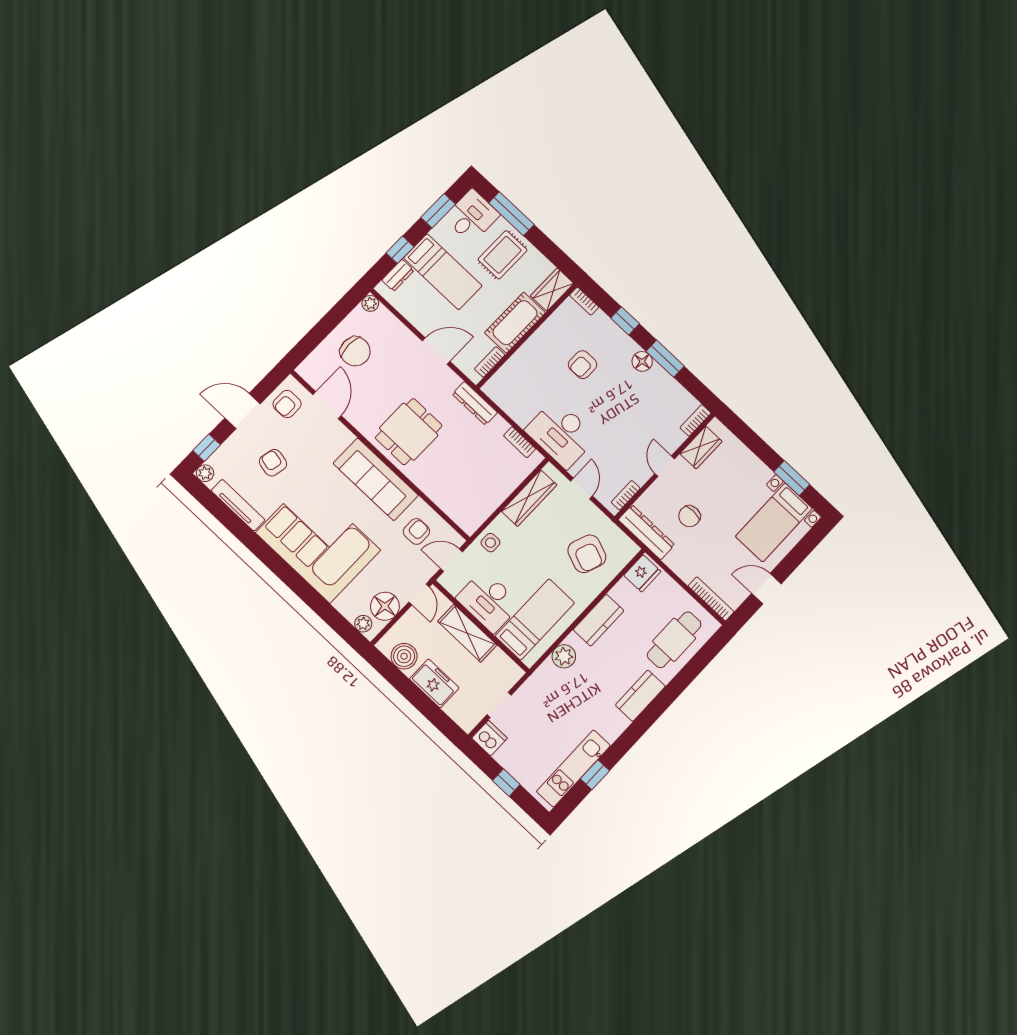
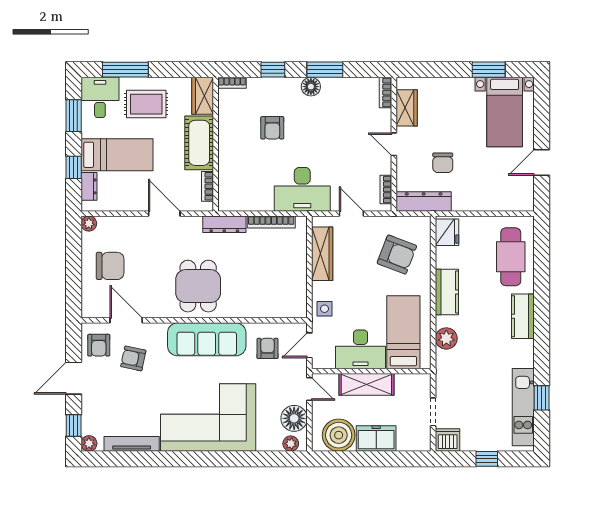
rug: (503, 255) -> (146, 104), turned 90
door: (436, 351) -> (164, 214), hinge flipped
bookcase: (520, 442) -> (271, 222), width x1.56
armchair: (273, 463) -> (133, 358), moved
bookcase: (711, 599) -> (510, 205), removed
boiler: (404, 656) -> (339, 435), width x1.37, depth x1.37

